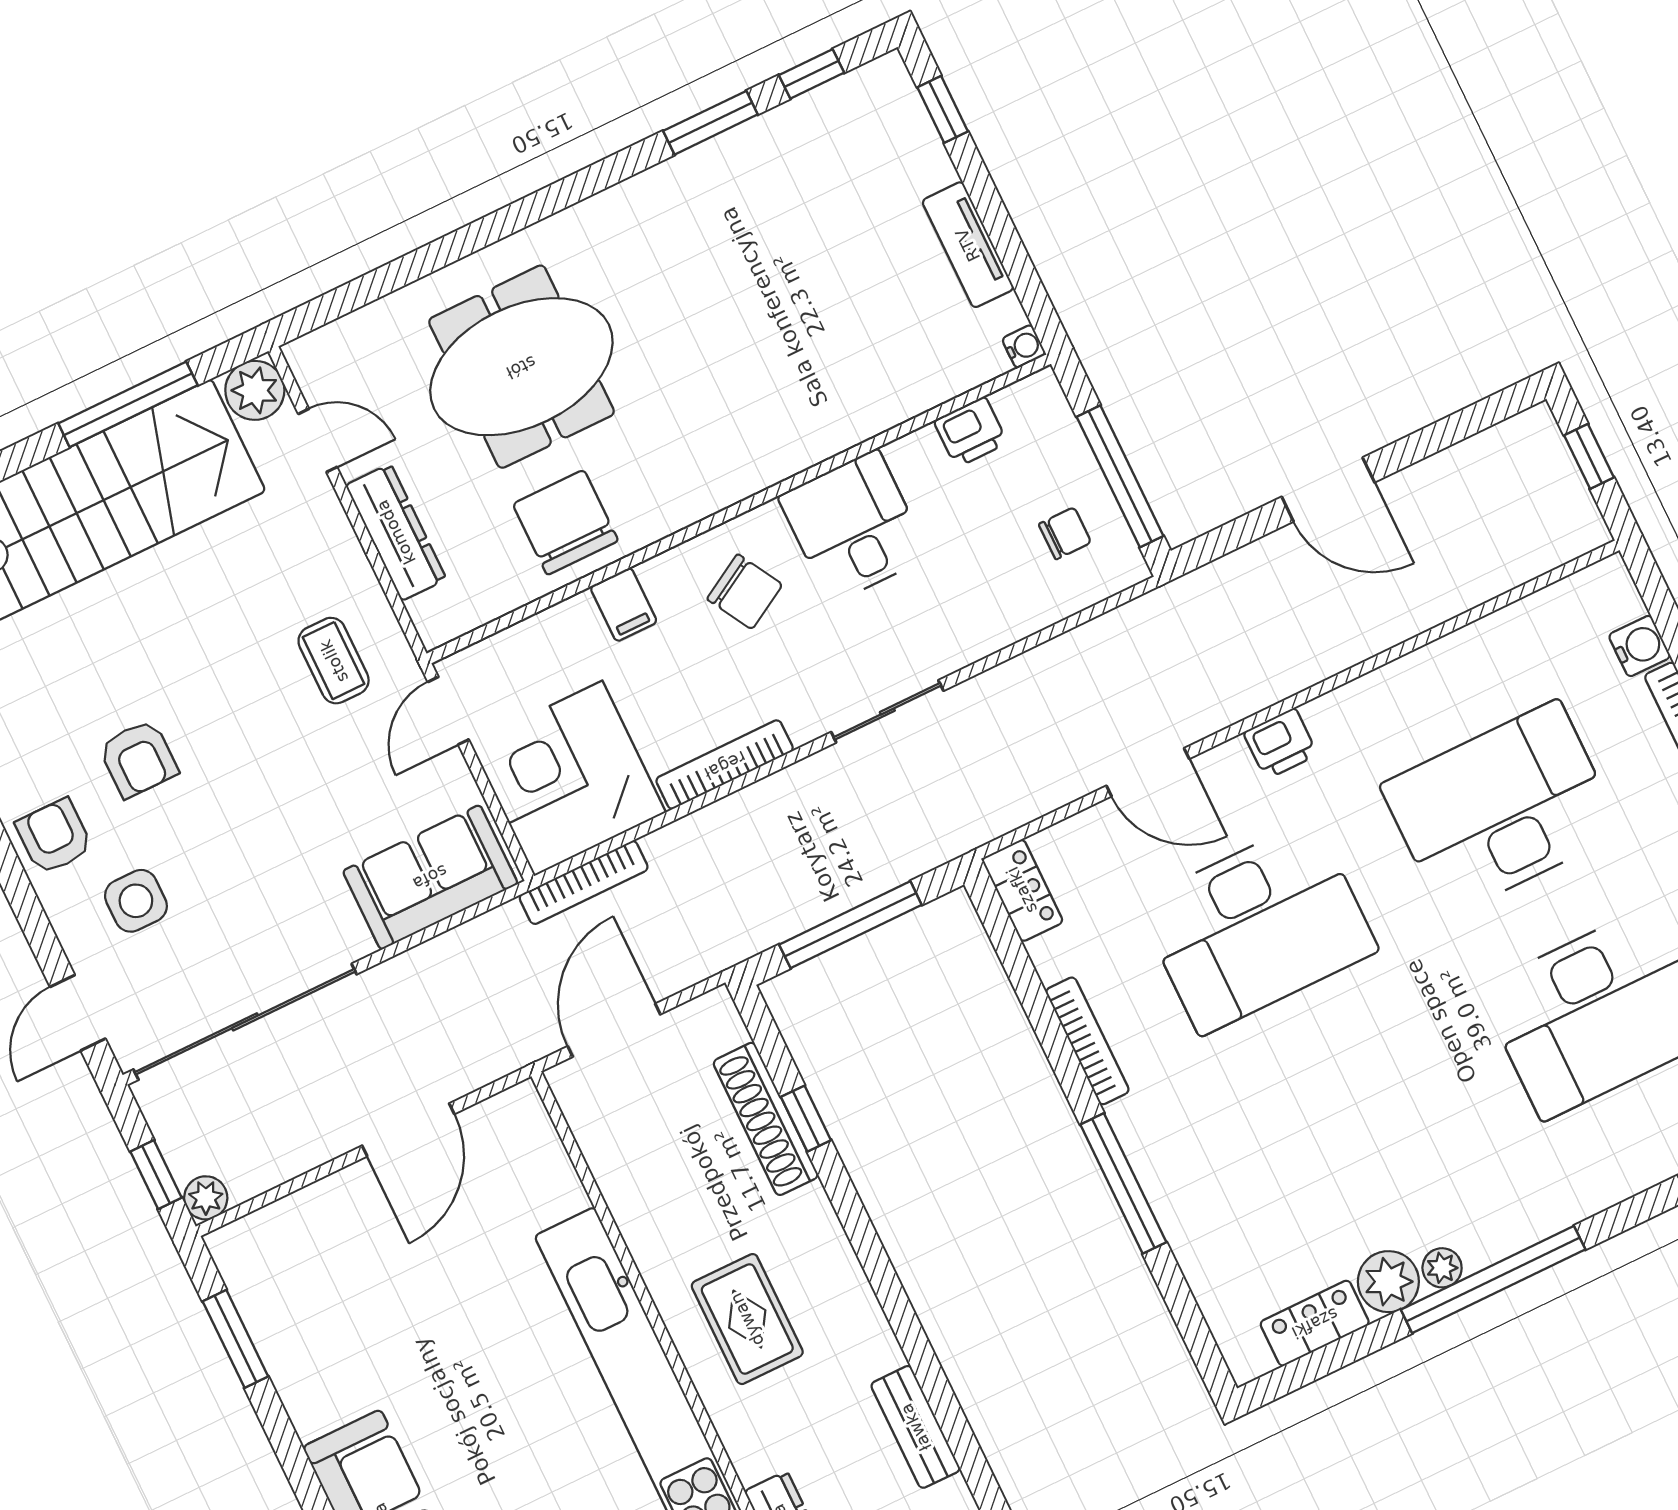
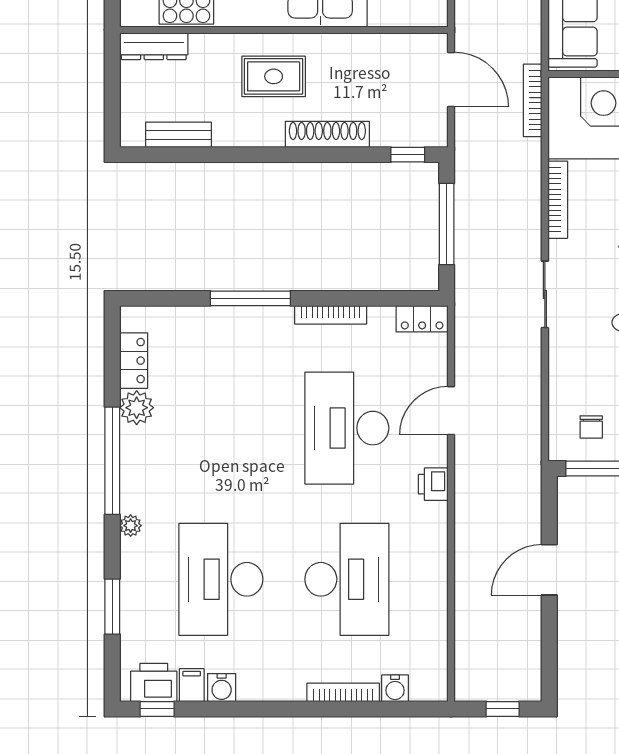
shoe rack: (766, 1119) -> (327, 134), moved
window: (806, 1119) -> (408, 155), moved
plant: (1442, 1268) -> (131, 526), moved

